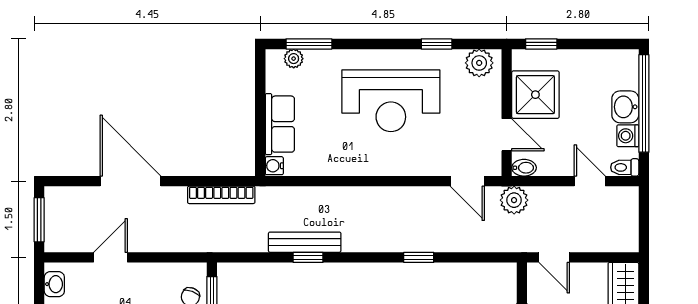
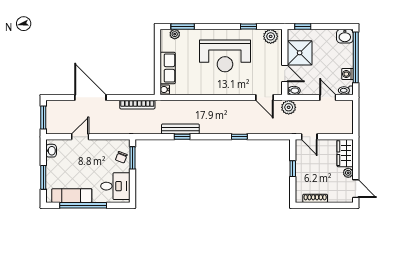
washbasin: (625, 107) -> (345, 36), moved, turned -90

